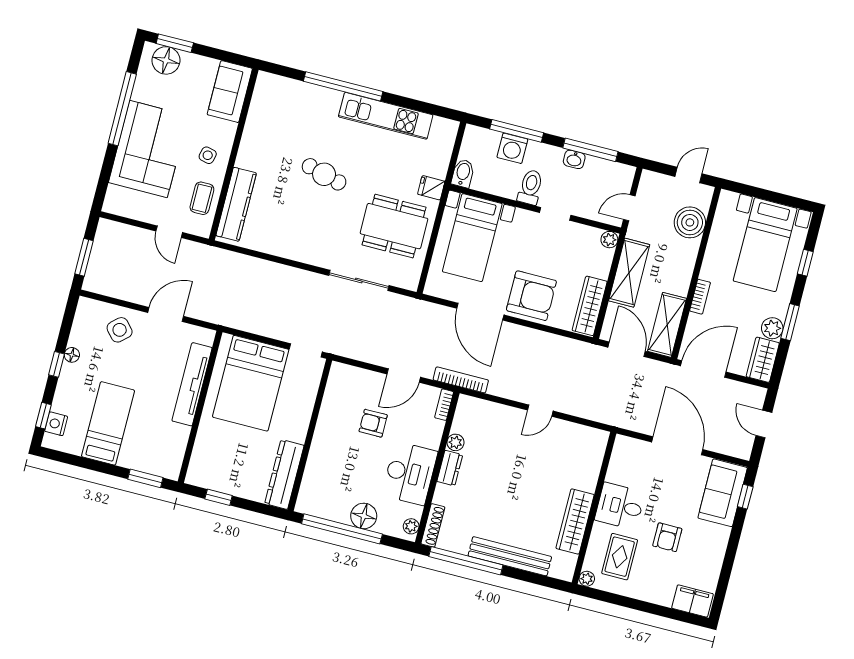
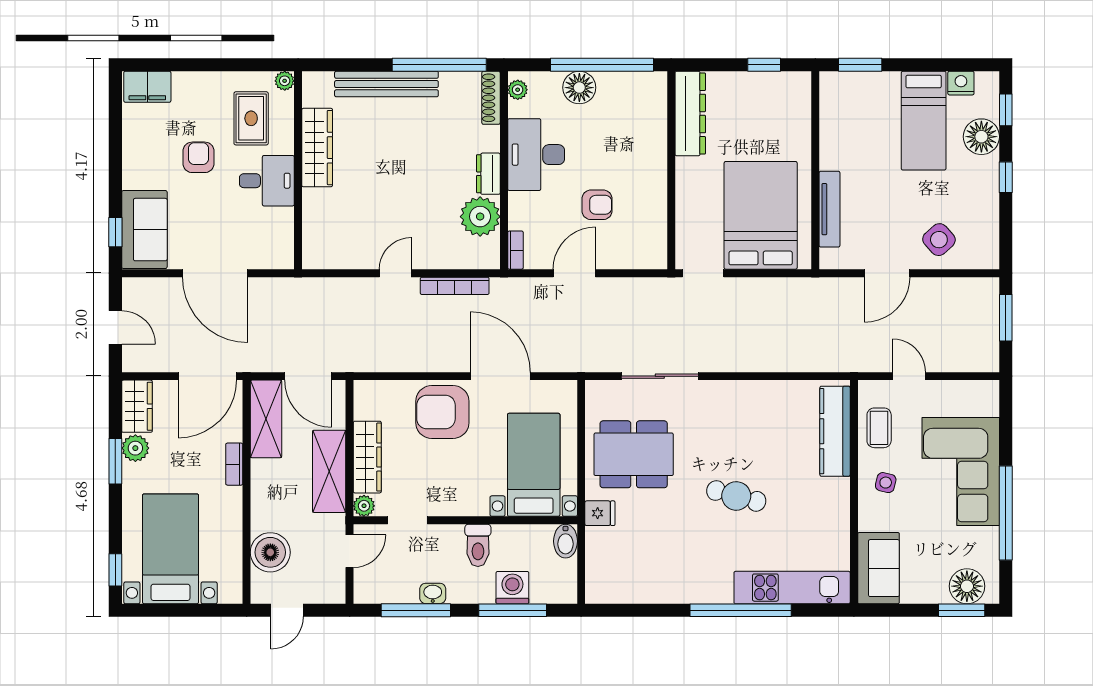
kitchen unit: (386, 116) -> (792, 588), moved
doorway: (555, 214) -> (408, 520), moved
window: (805, 263) -> (115, 570), moved
wardrobe: (590, 306) -> (367, 457), moved
floor lamp: (72, 355) -> (981, 137), moved, width x1.89, depth x1.89
bookcase: (461, 380) -> (455, 286), moved
tv unit: (192, 384) -> (829, 209), width x0.73, depth x0.78
nightstand: (56, 424) -> (961, 83), moved, turned -90
plant: (456, 442) -> (480, 217), width x1.87, depth x1.87

